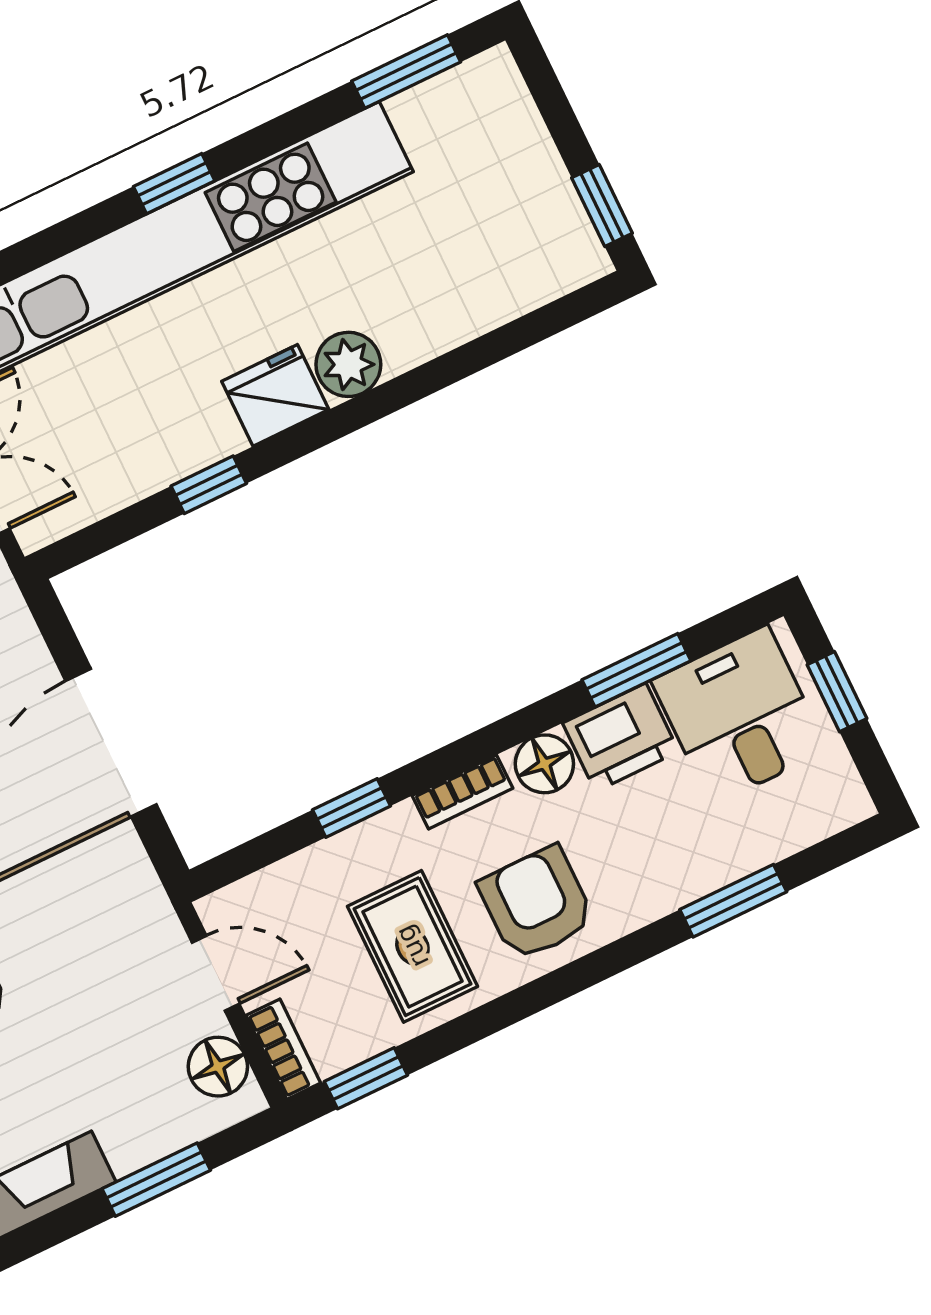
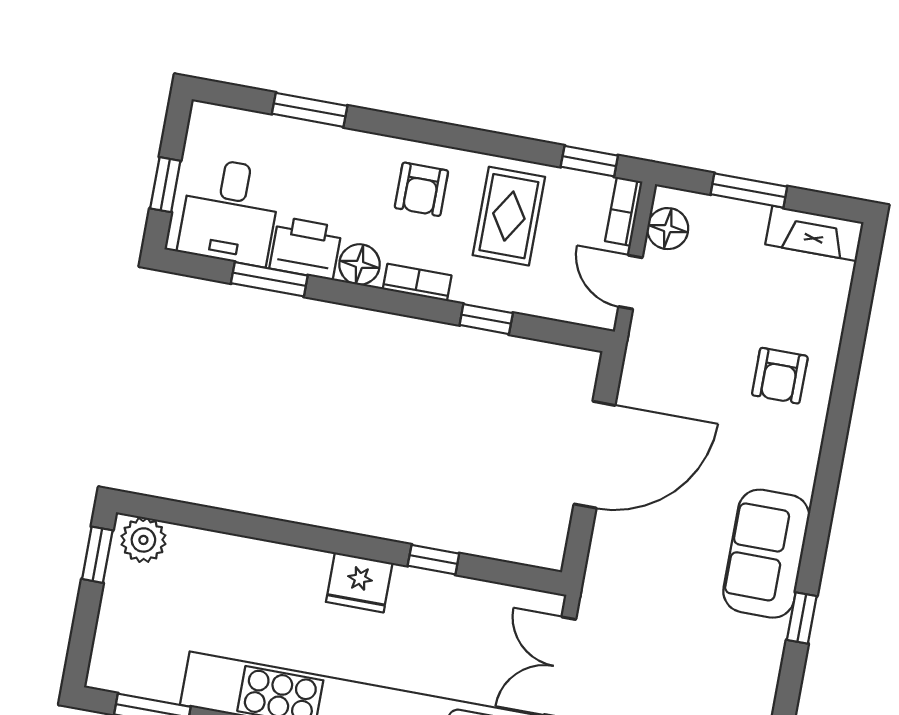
plant: (348, 364) -> (143, 540), moved
armchair: (536, 903) -> (421, 189), width x0.72, depth x0.72

